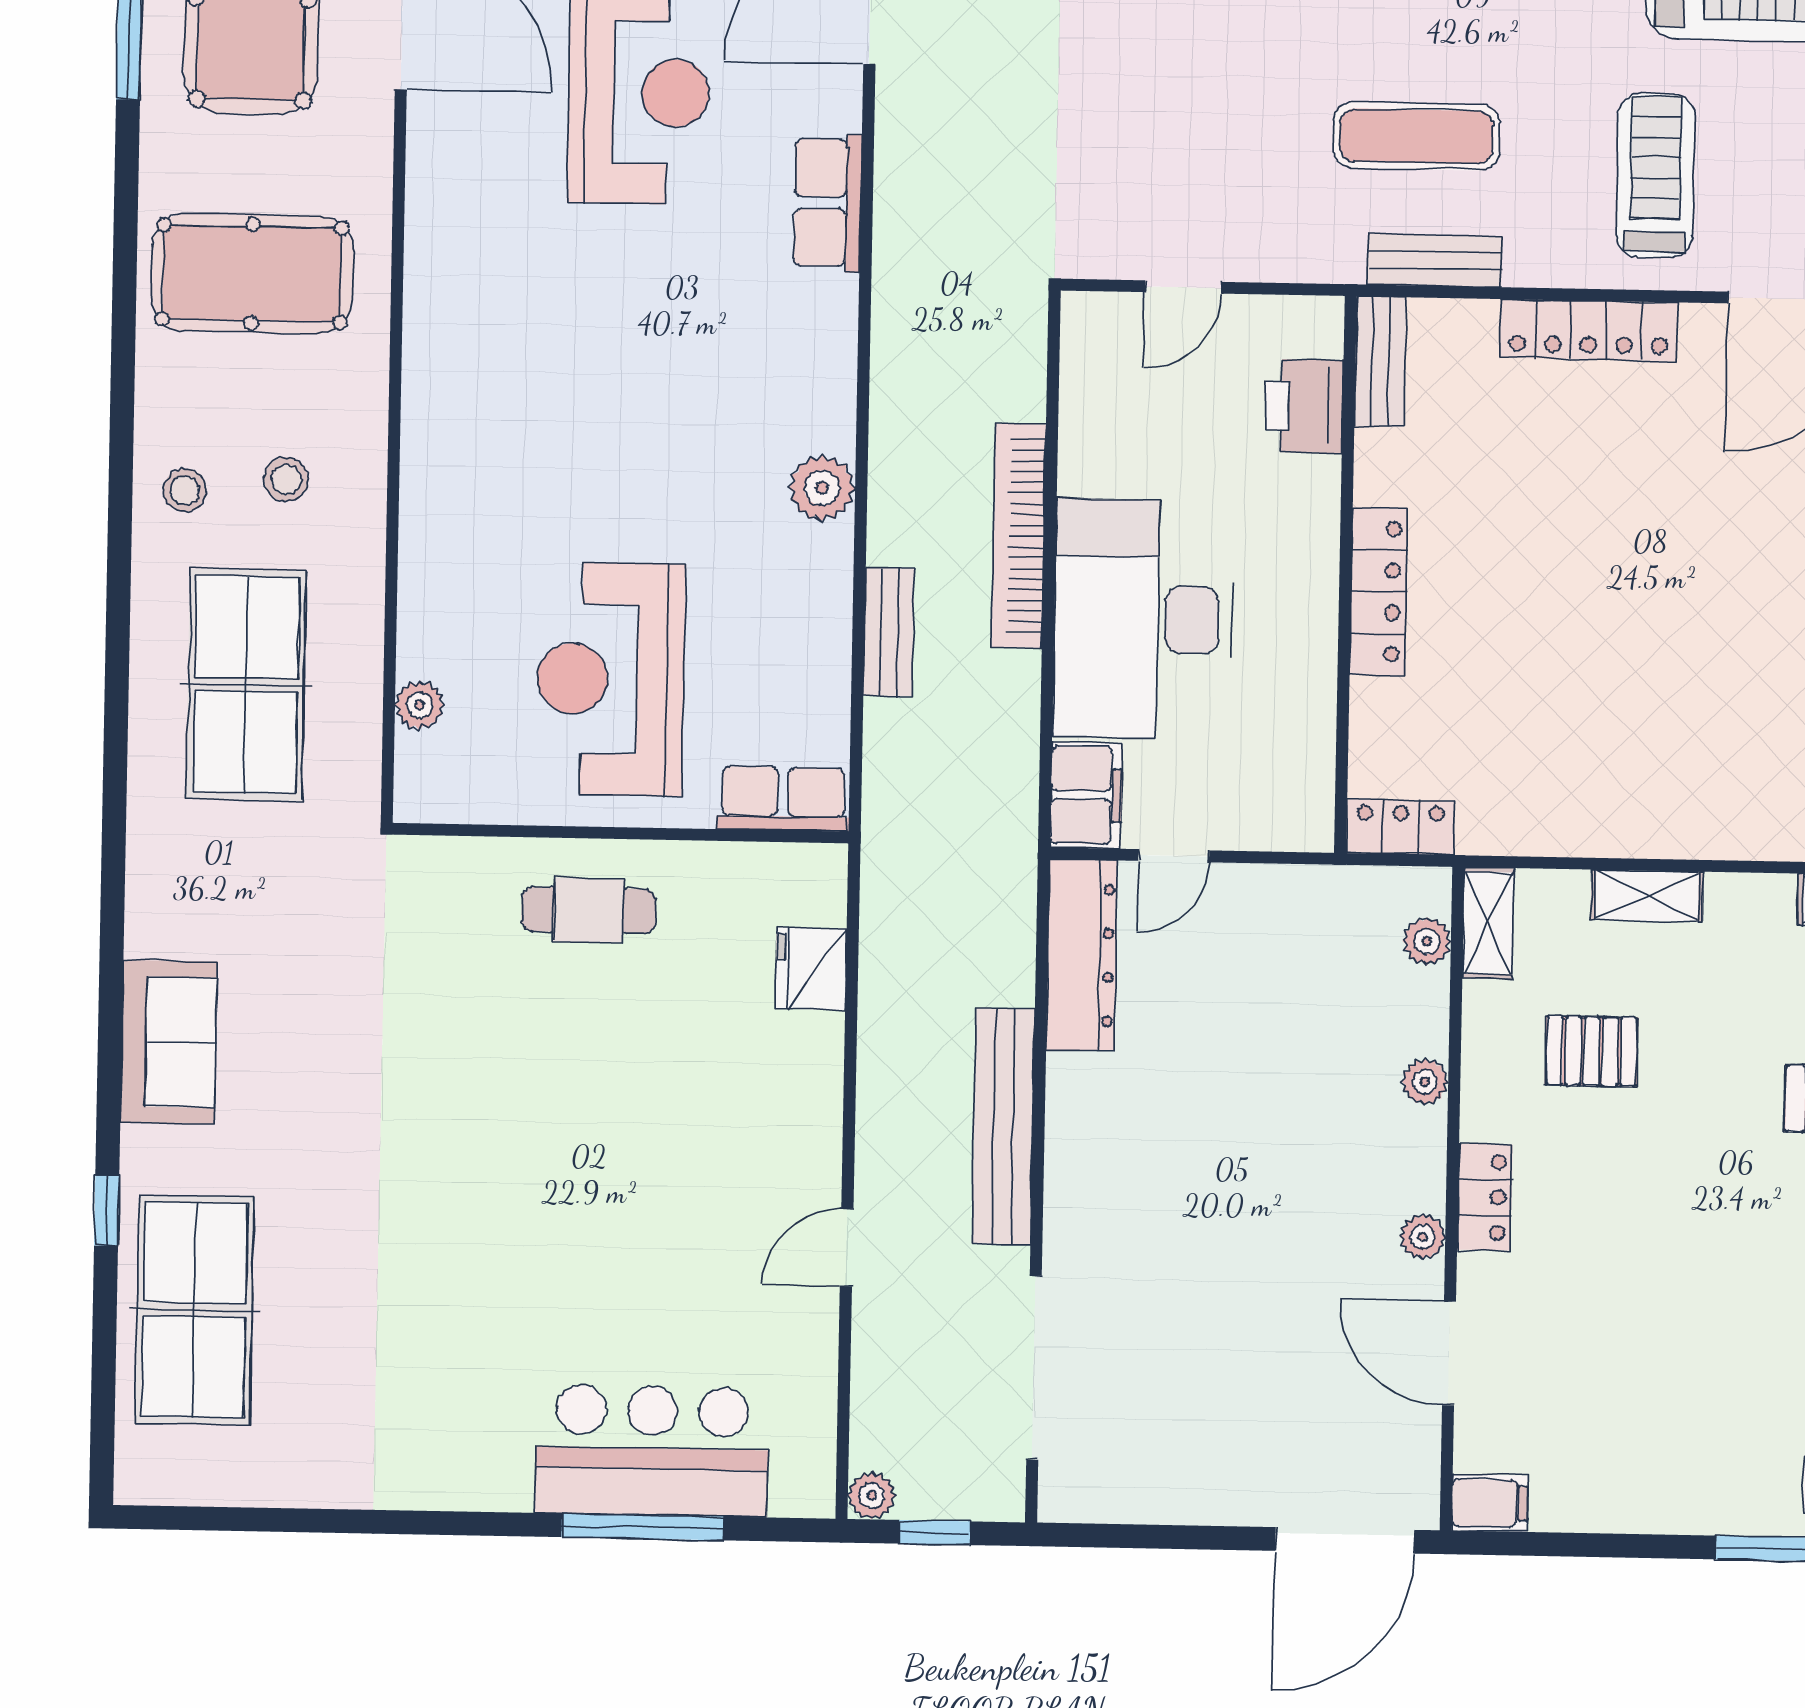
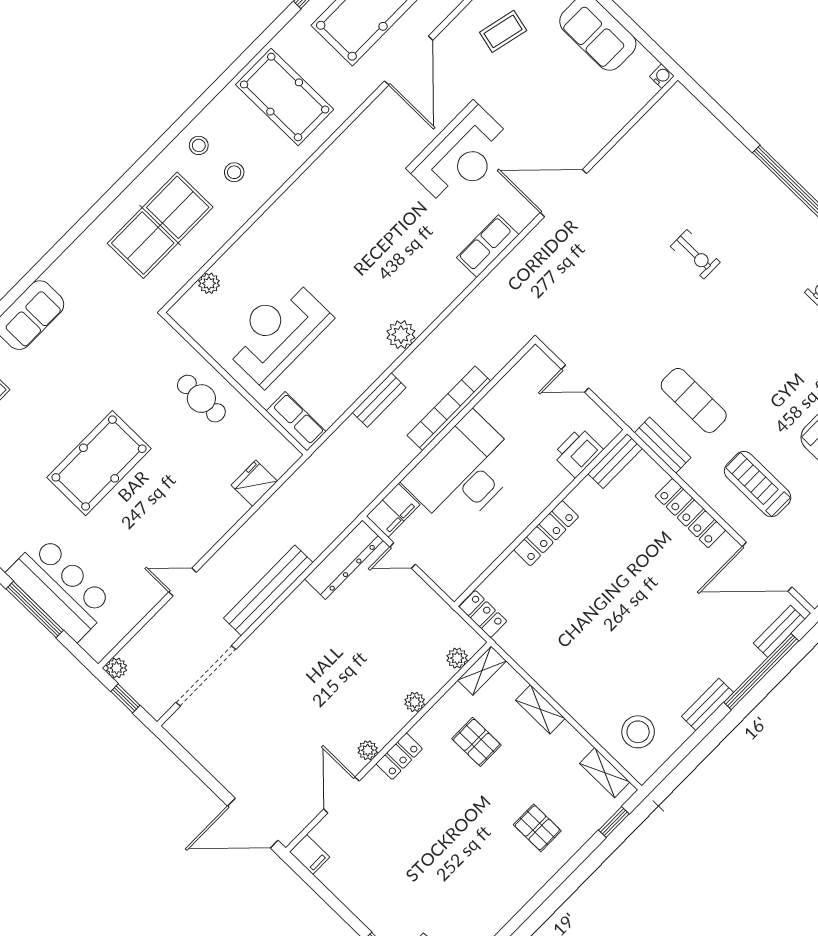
treadmill: (1655, 175) -> (758, 484), turned -90
pool table: (519, 1180) -> (99, 463), added

